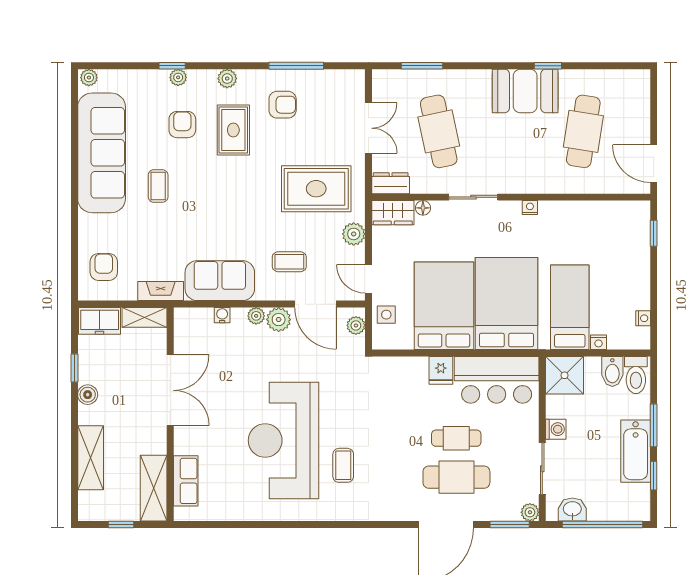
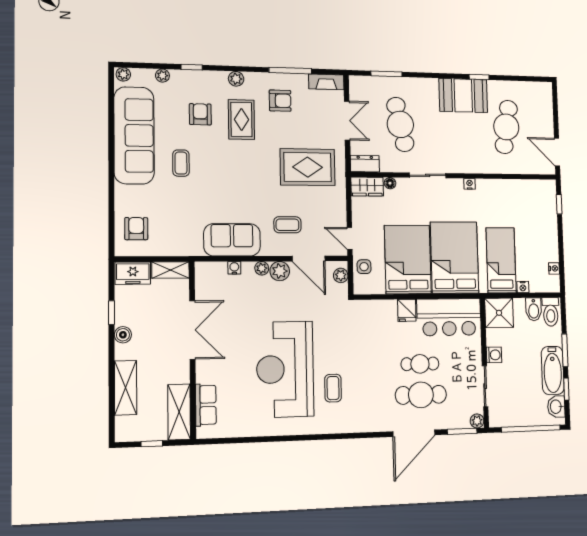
plant: (178, 77) -> (162, 76), moved
plant: (354, 234) -> (337, 203), removed
fireplace: (161, 291) -> (326, 82), moved, turned 180
washbasin: (572, 510) -> (556, 407), moved, turned -90

